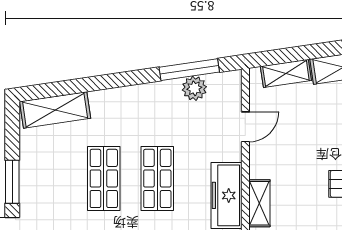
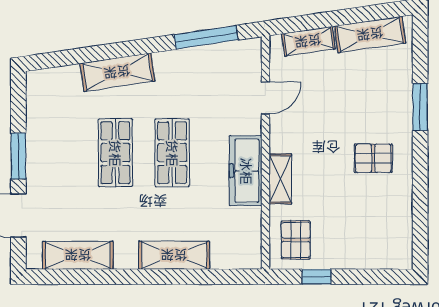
plant: (194, 88) -> (211, 57), removed
shelving: (55, 110) -> (117, 72), moved

